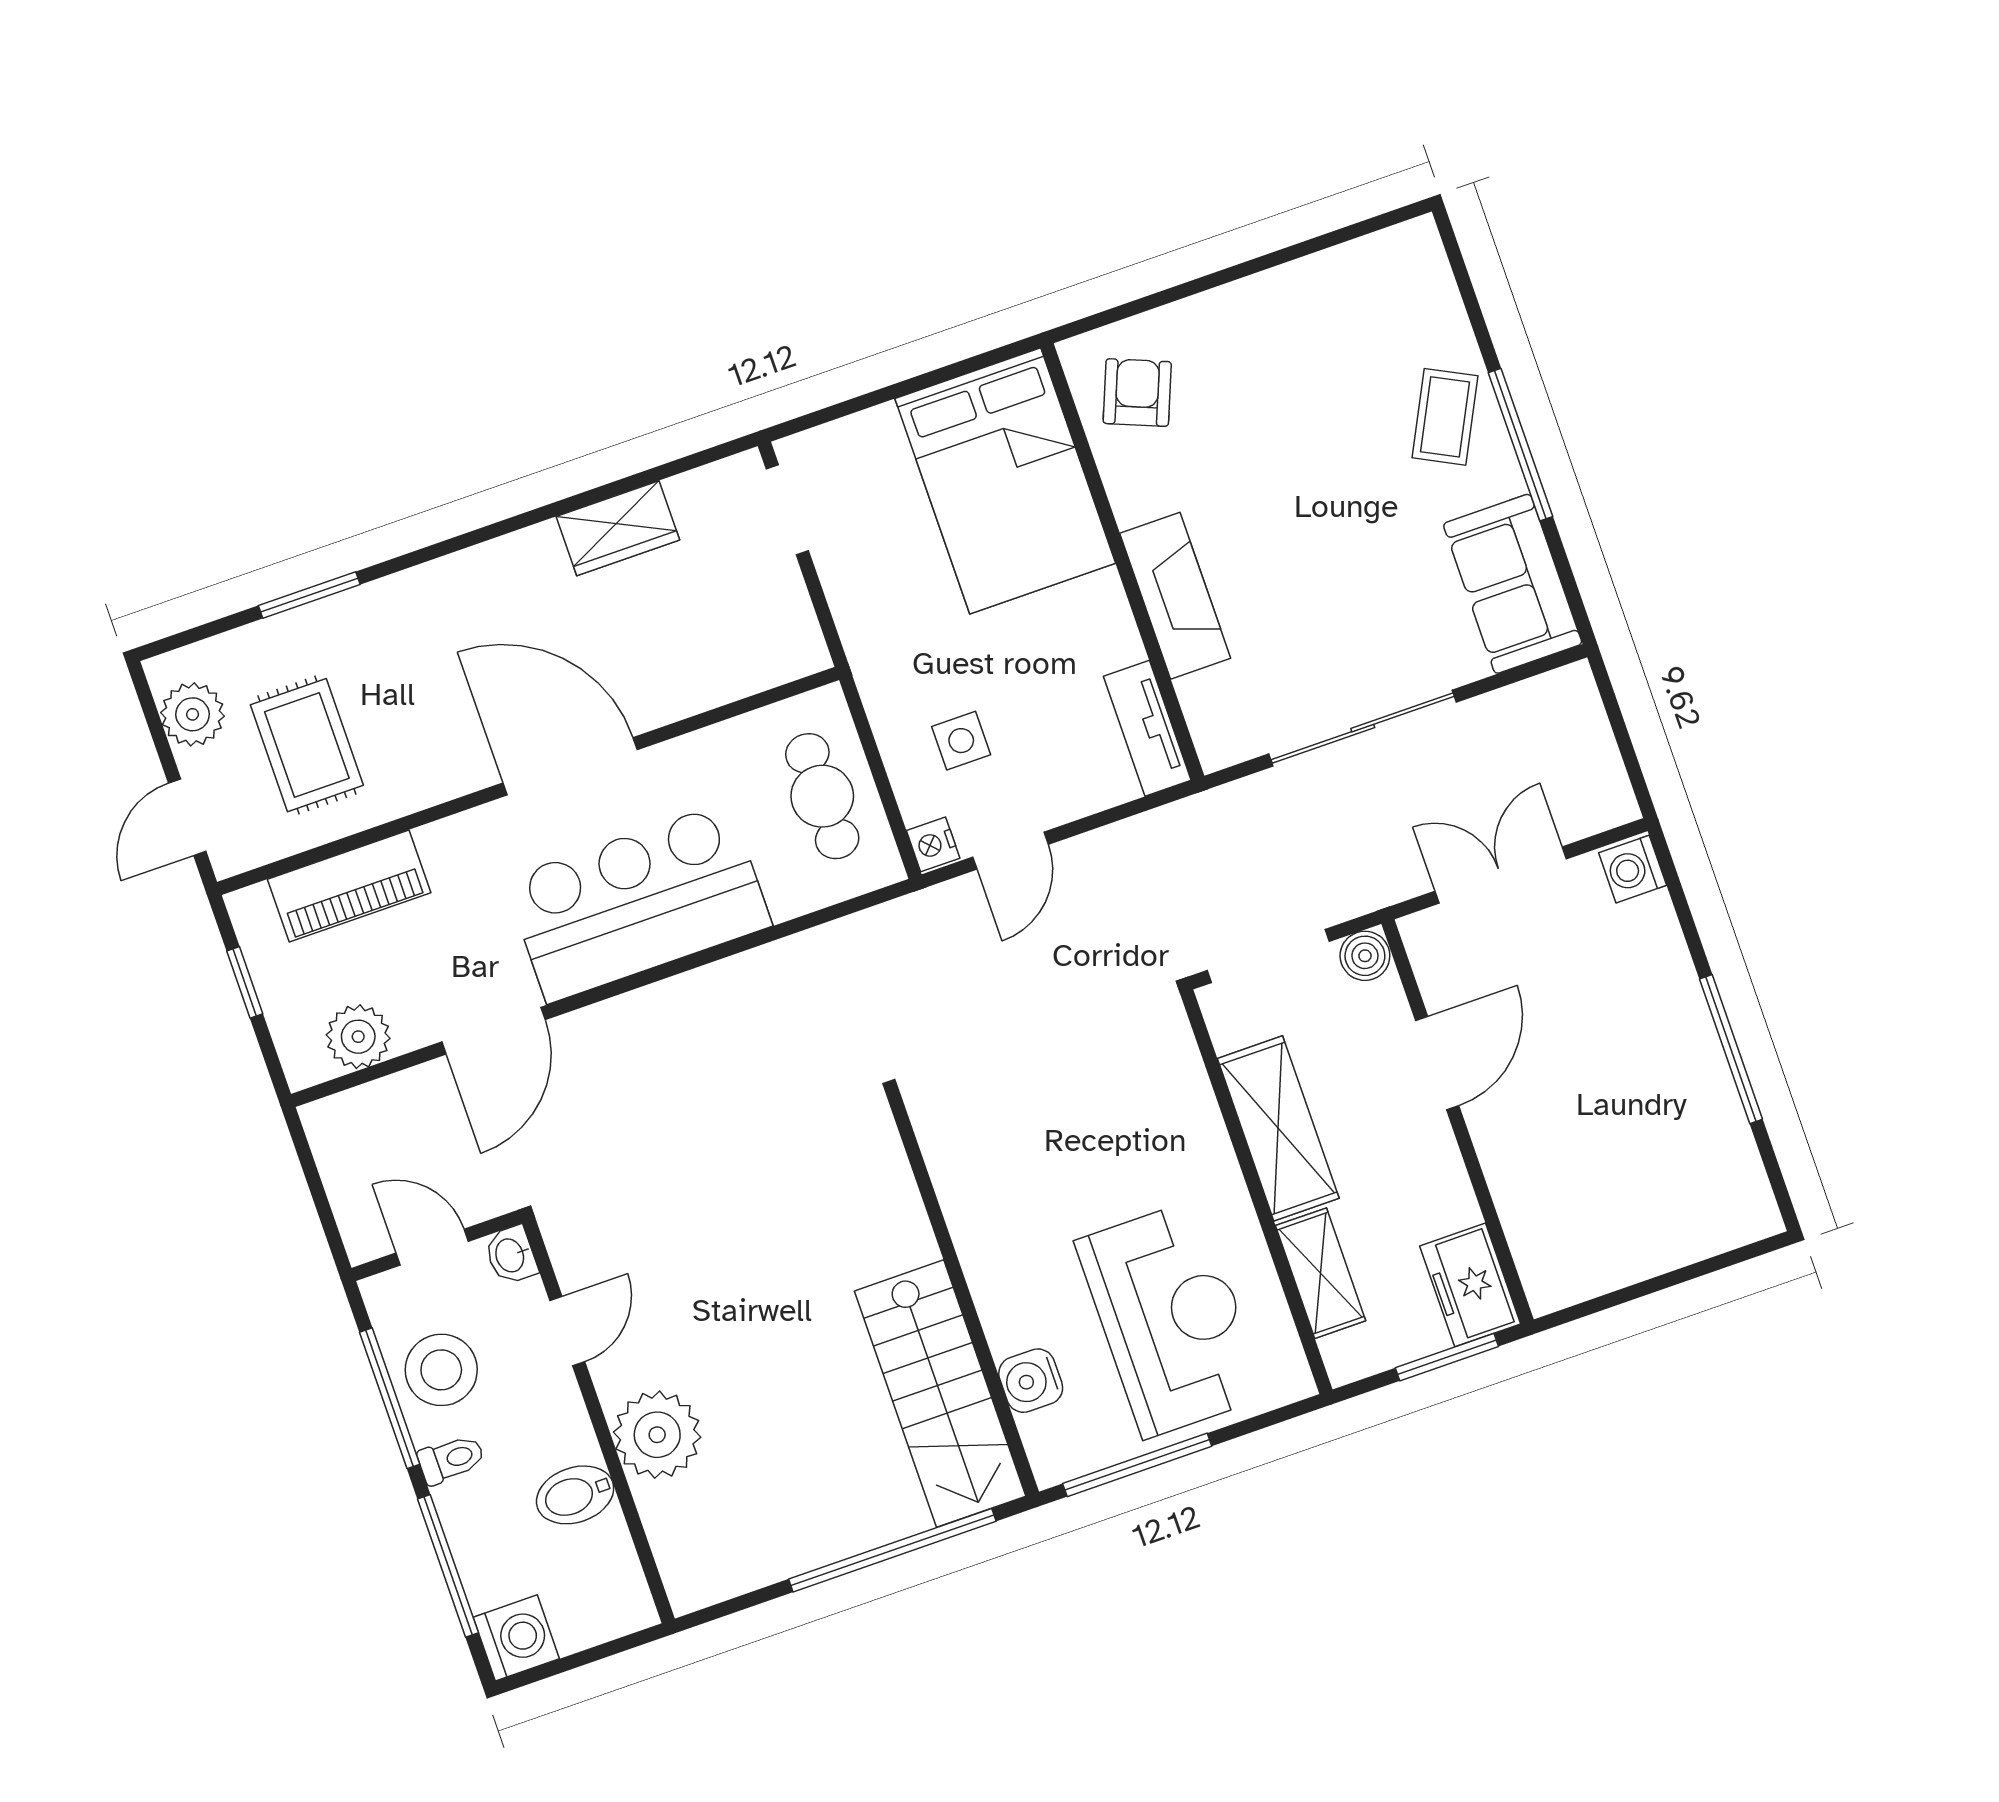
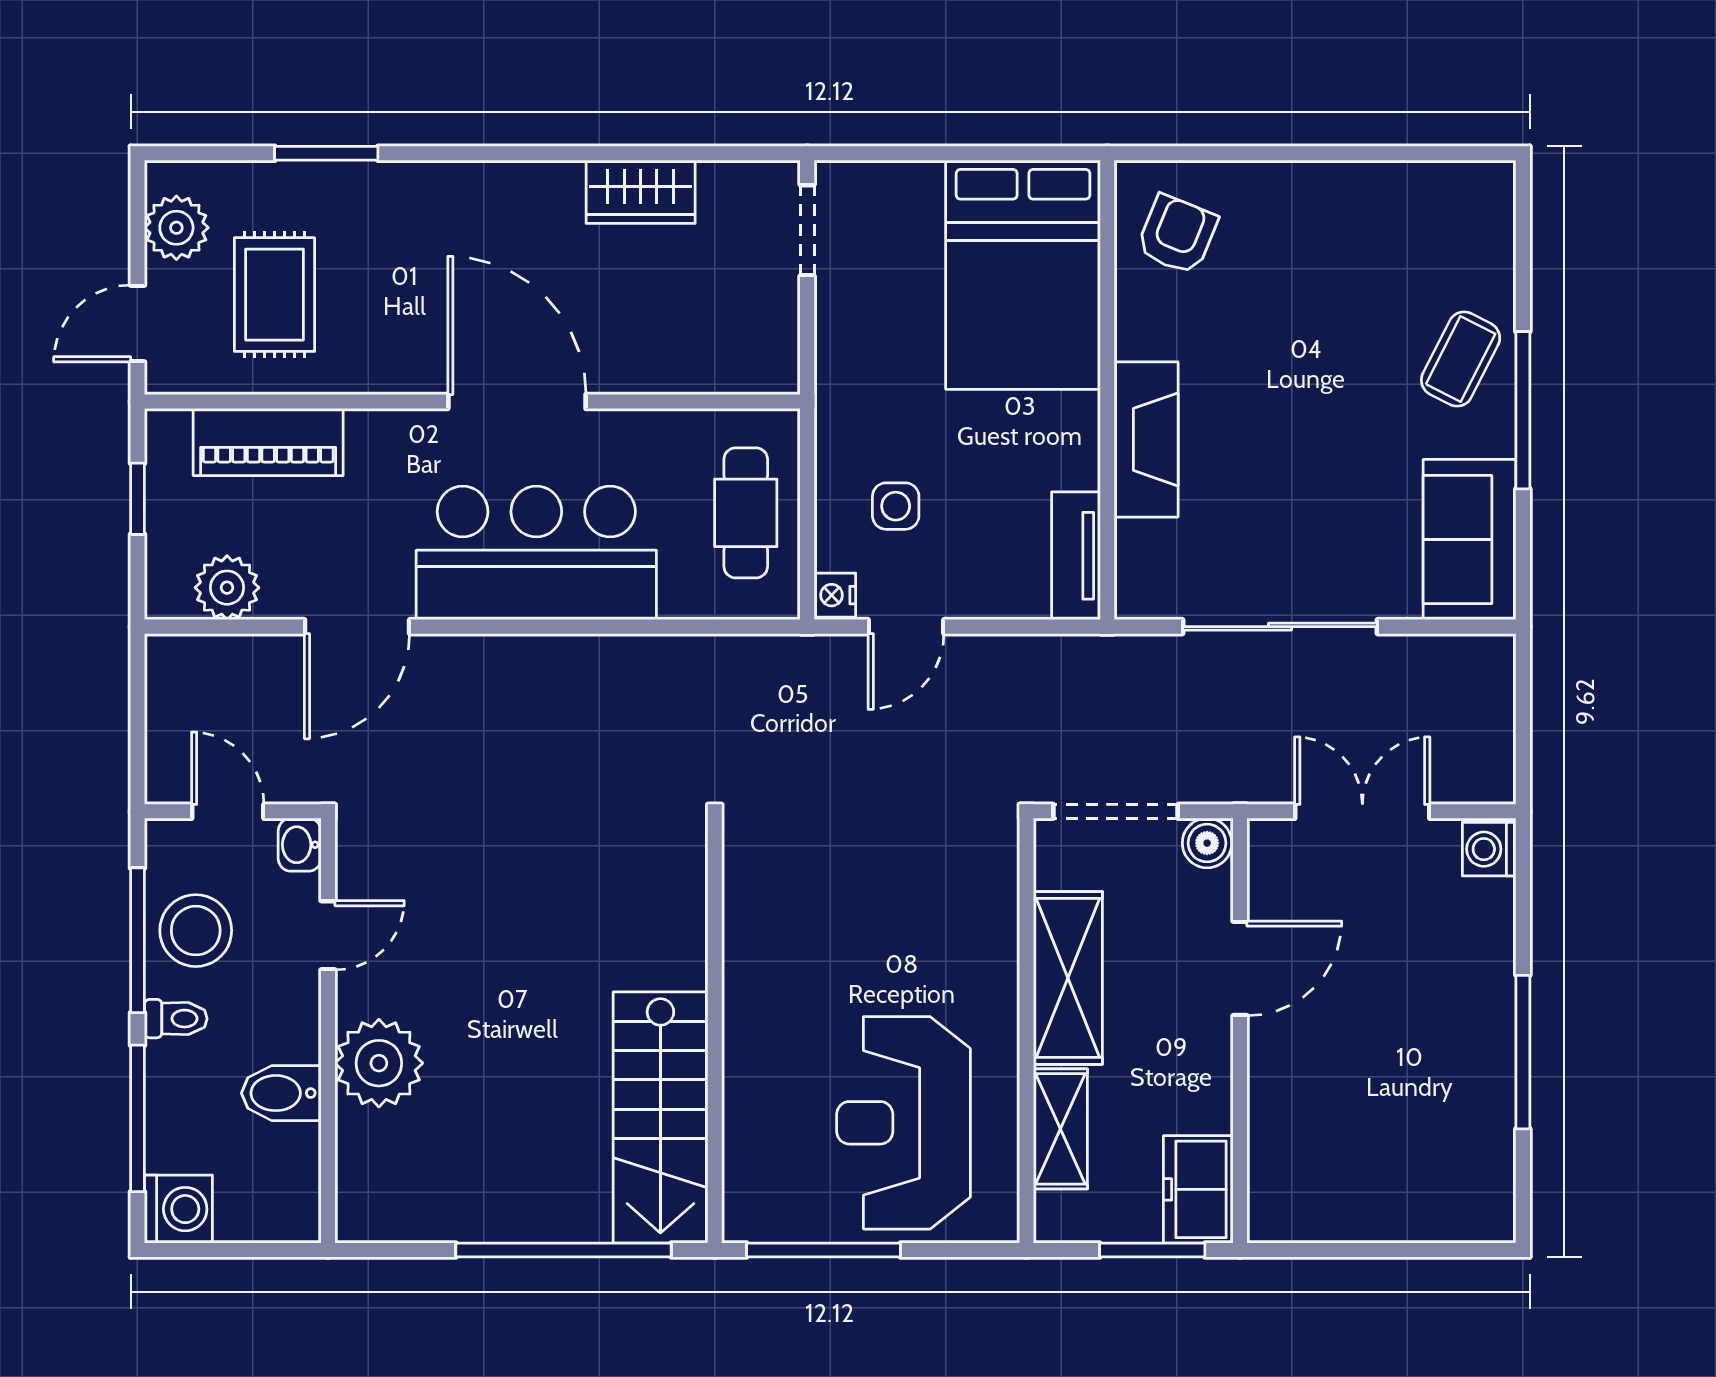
reception desk: (1171, 1319) -> (904, 1123), turned 180
water cooler: (1031, 1381) -> (750, 1135), removed

